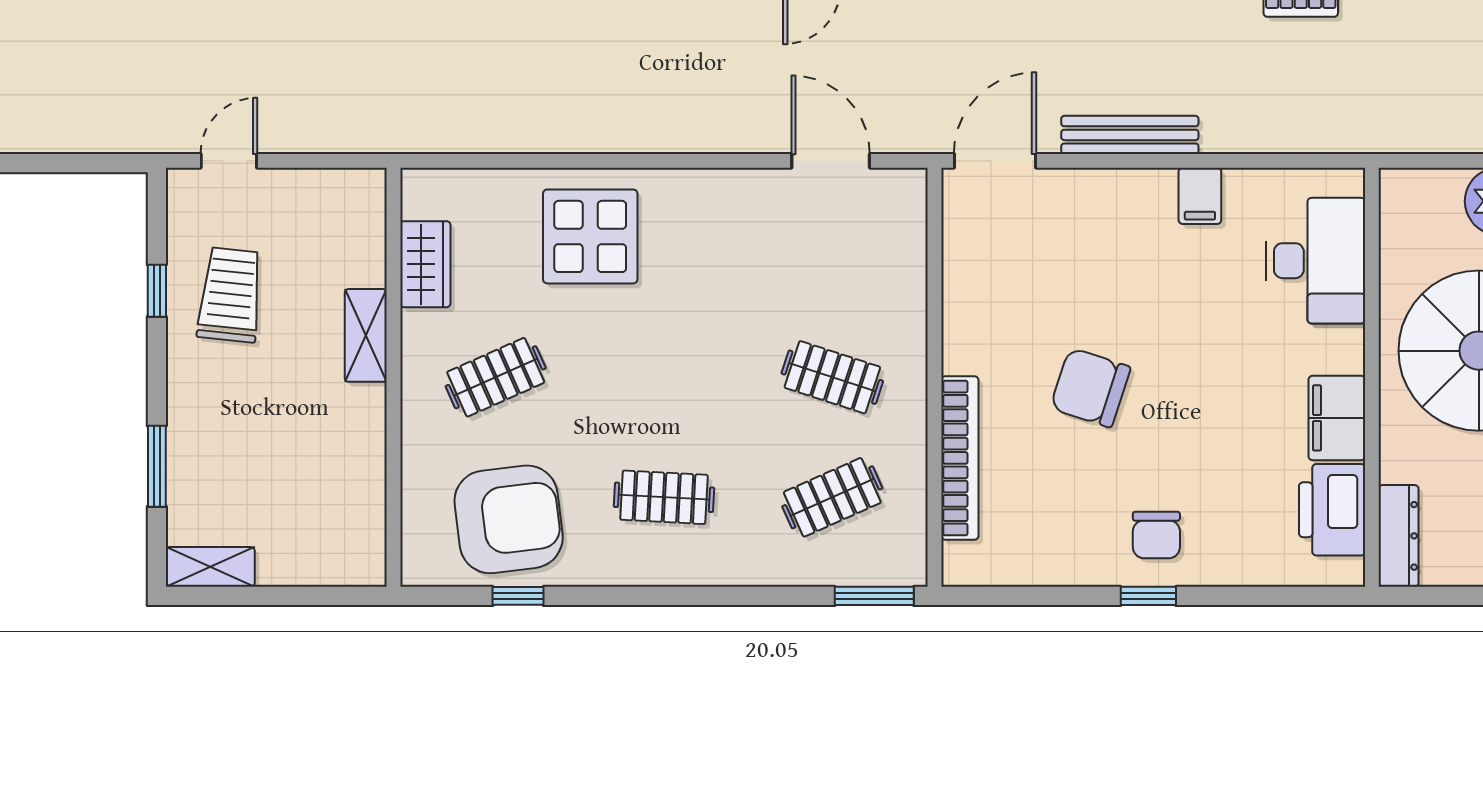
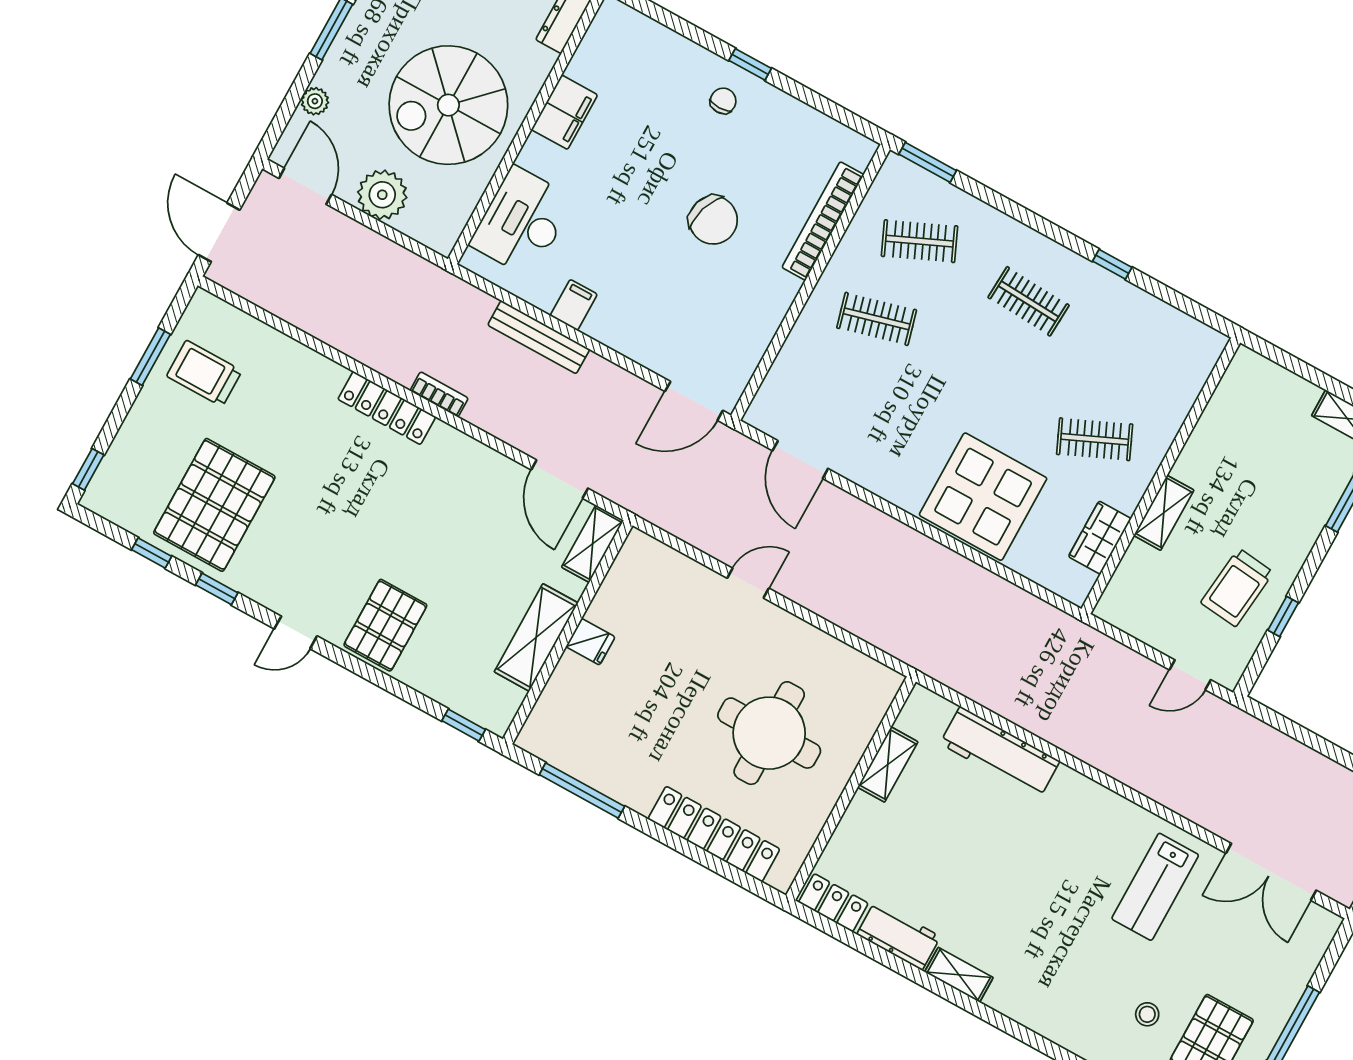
bench: (1130, 135) -> (539, 337), moved
display table: (590, 236) -> (983, 497), width x1.36, depth x1.36
clothes rail: (832, 377) -> (877, 319), turned -33
printer: (1332, 510) -> (600, 54), removed
armchair: (509, 519) -> (1137, 343), removed
chair: (1156, 535) -> (723, 101), width x0.73, depth x0.73
window: (518, 596) -> (1112, 264), moved

